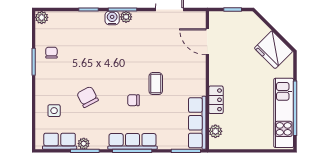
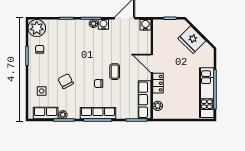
plant: (42, 17) -> (37, 28), width x1.88, depth x1.88
water cooler: (112, 18) -> (103, 24), moved
water cooler: (198, 19) -> (145, 25), added
door: (207, 42) -> (152, 63), moved
fridge: (273, 50) -> (192, 40), moved

